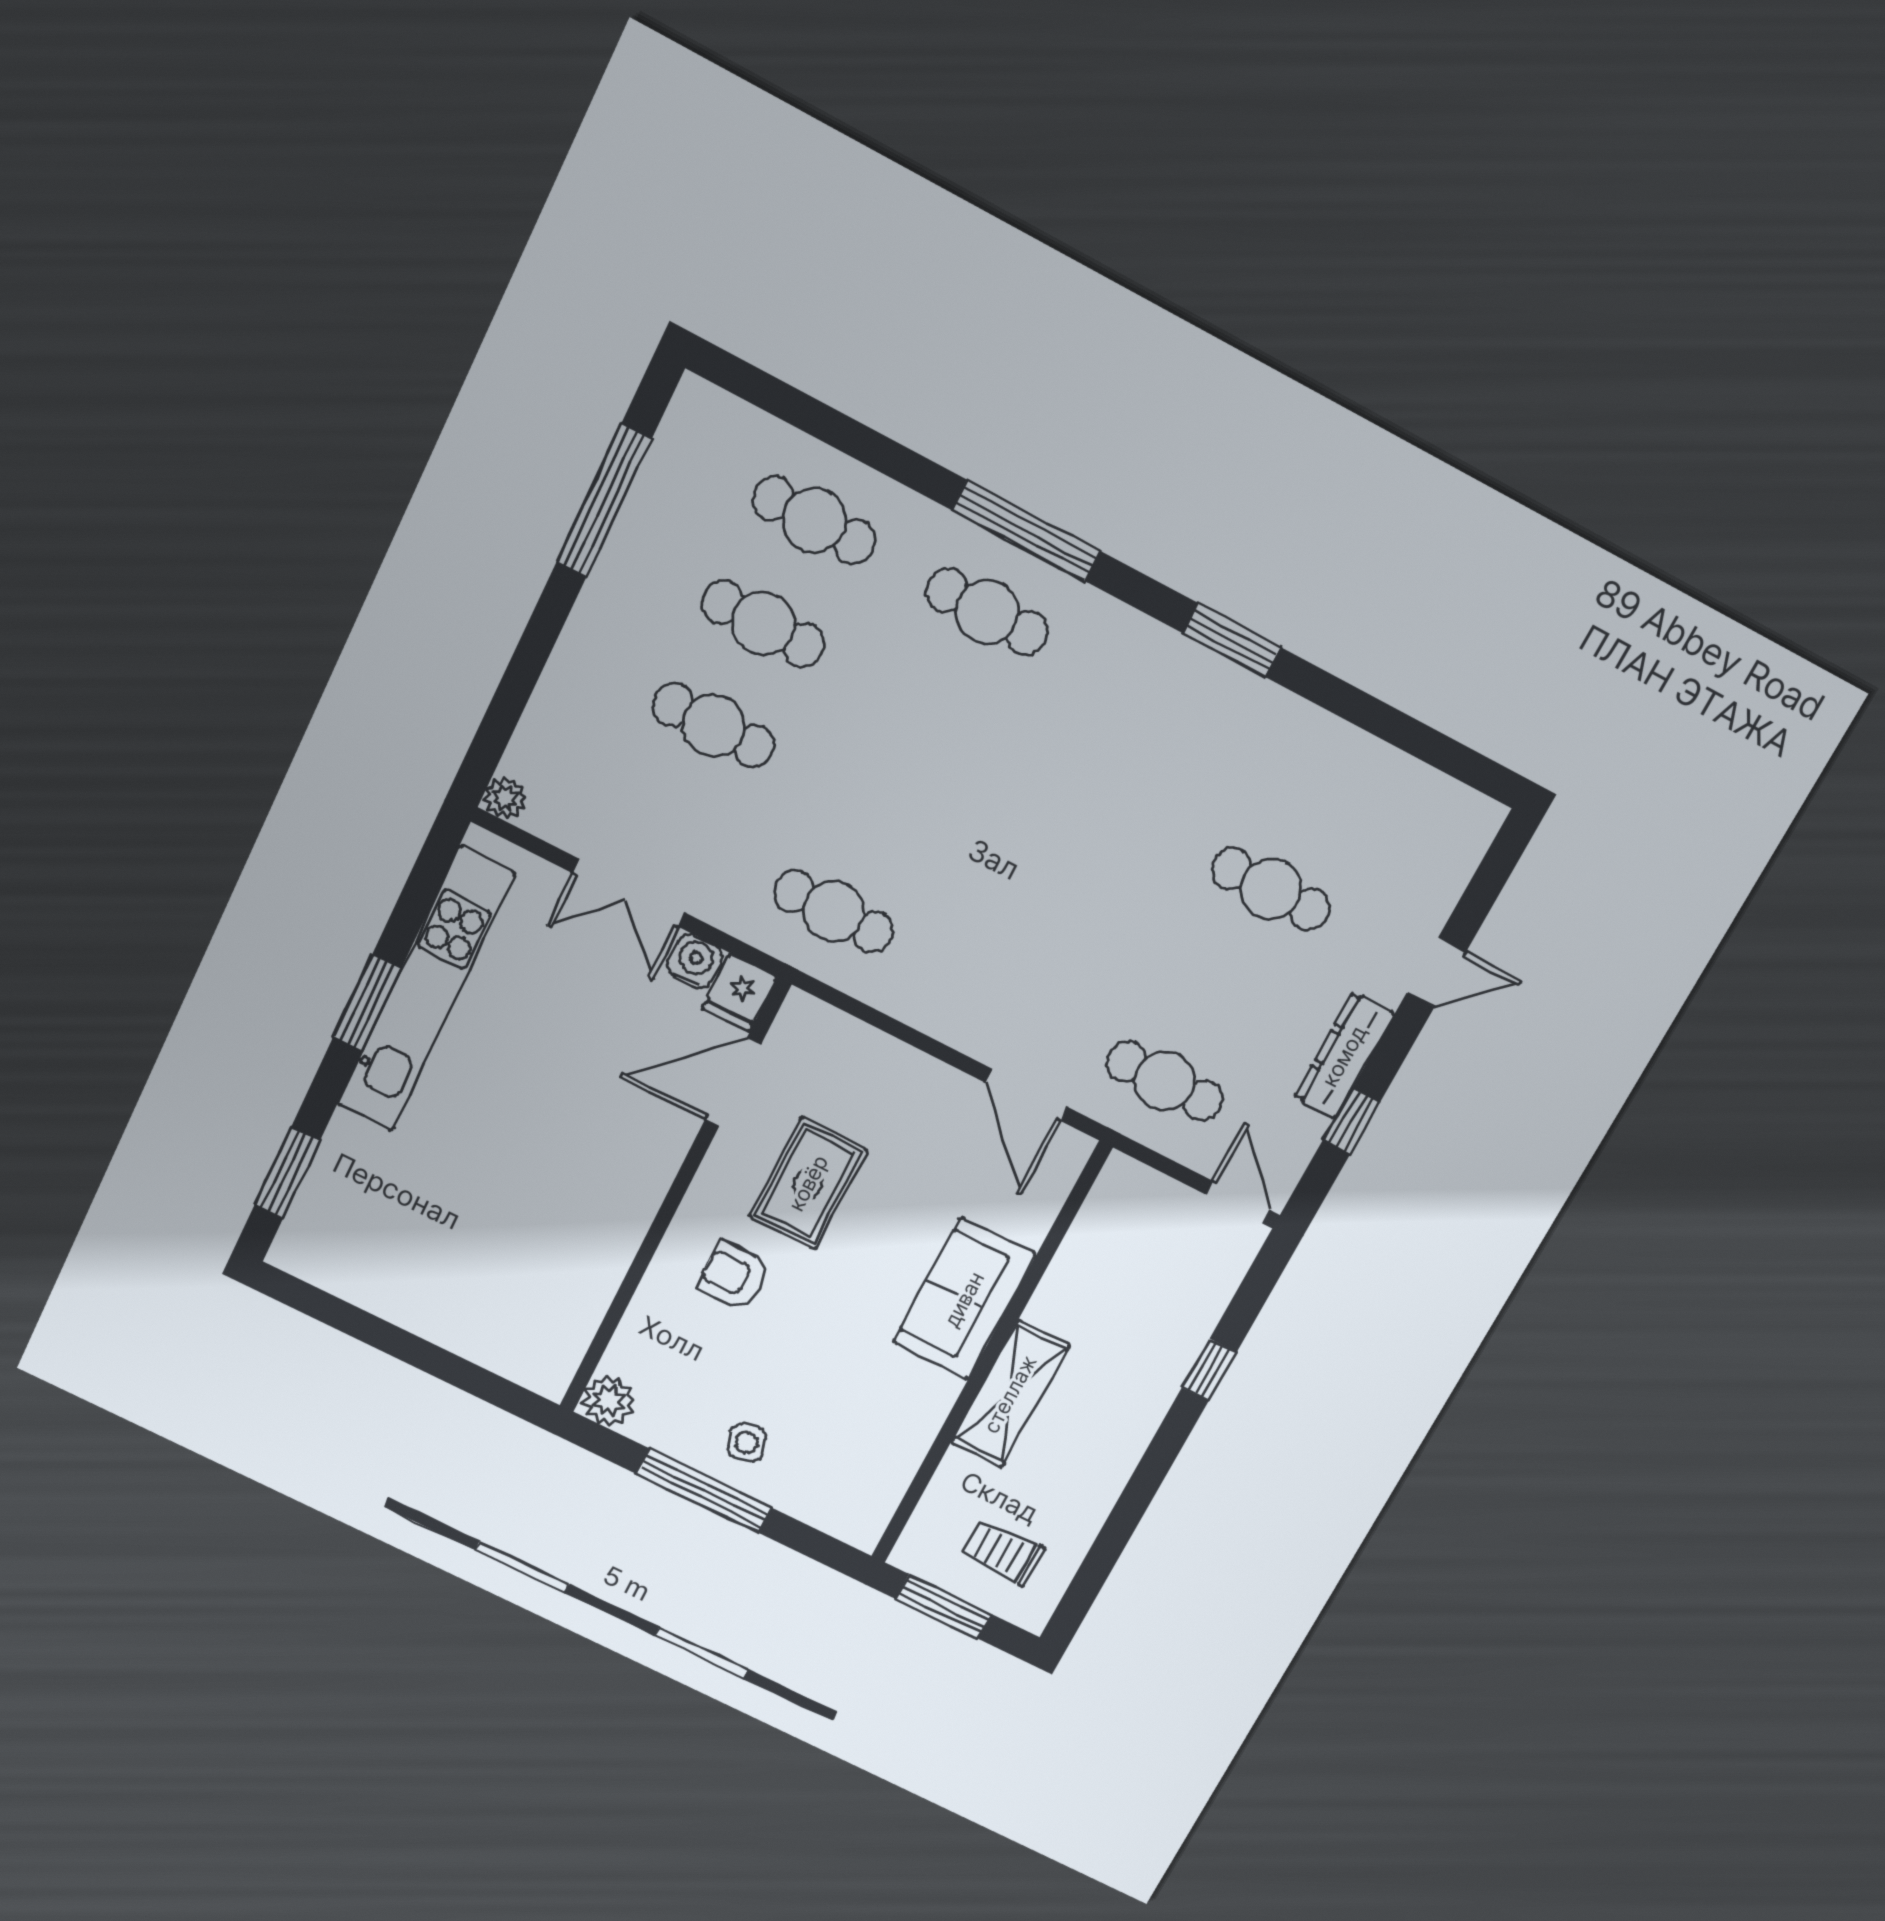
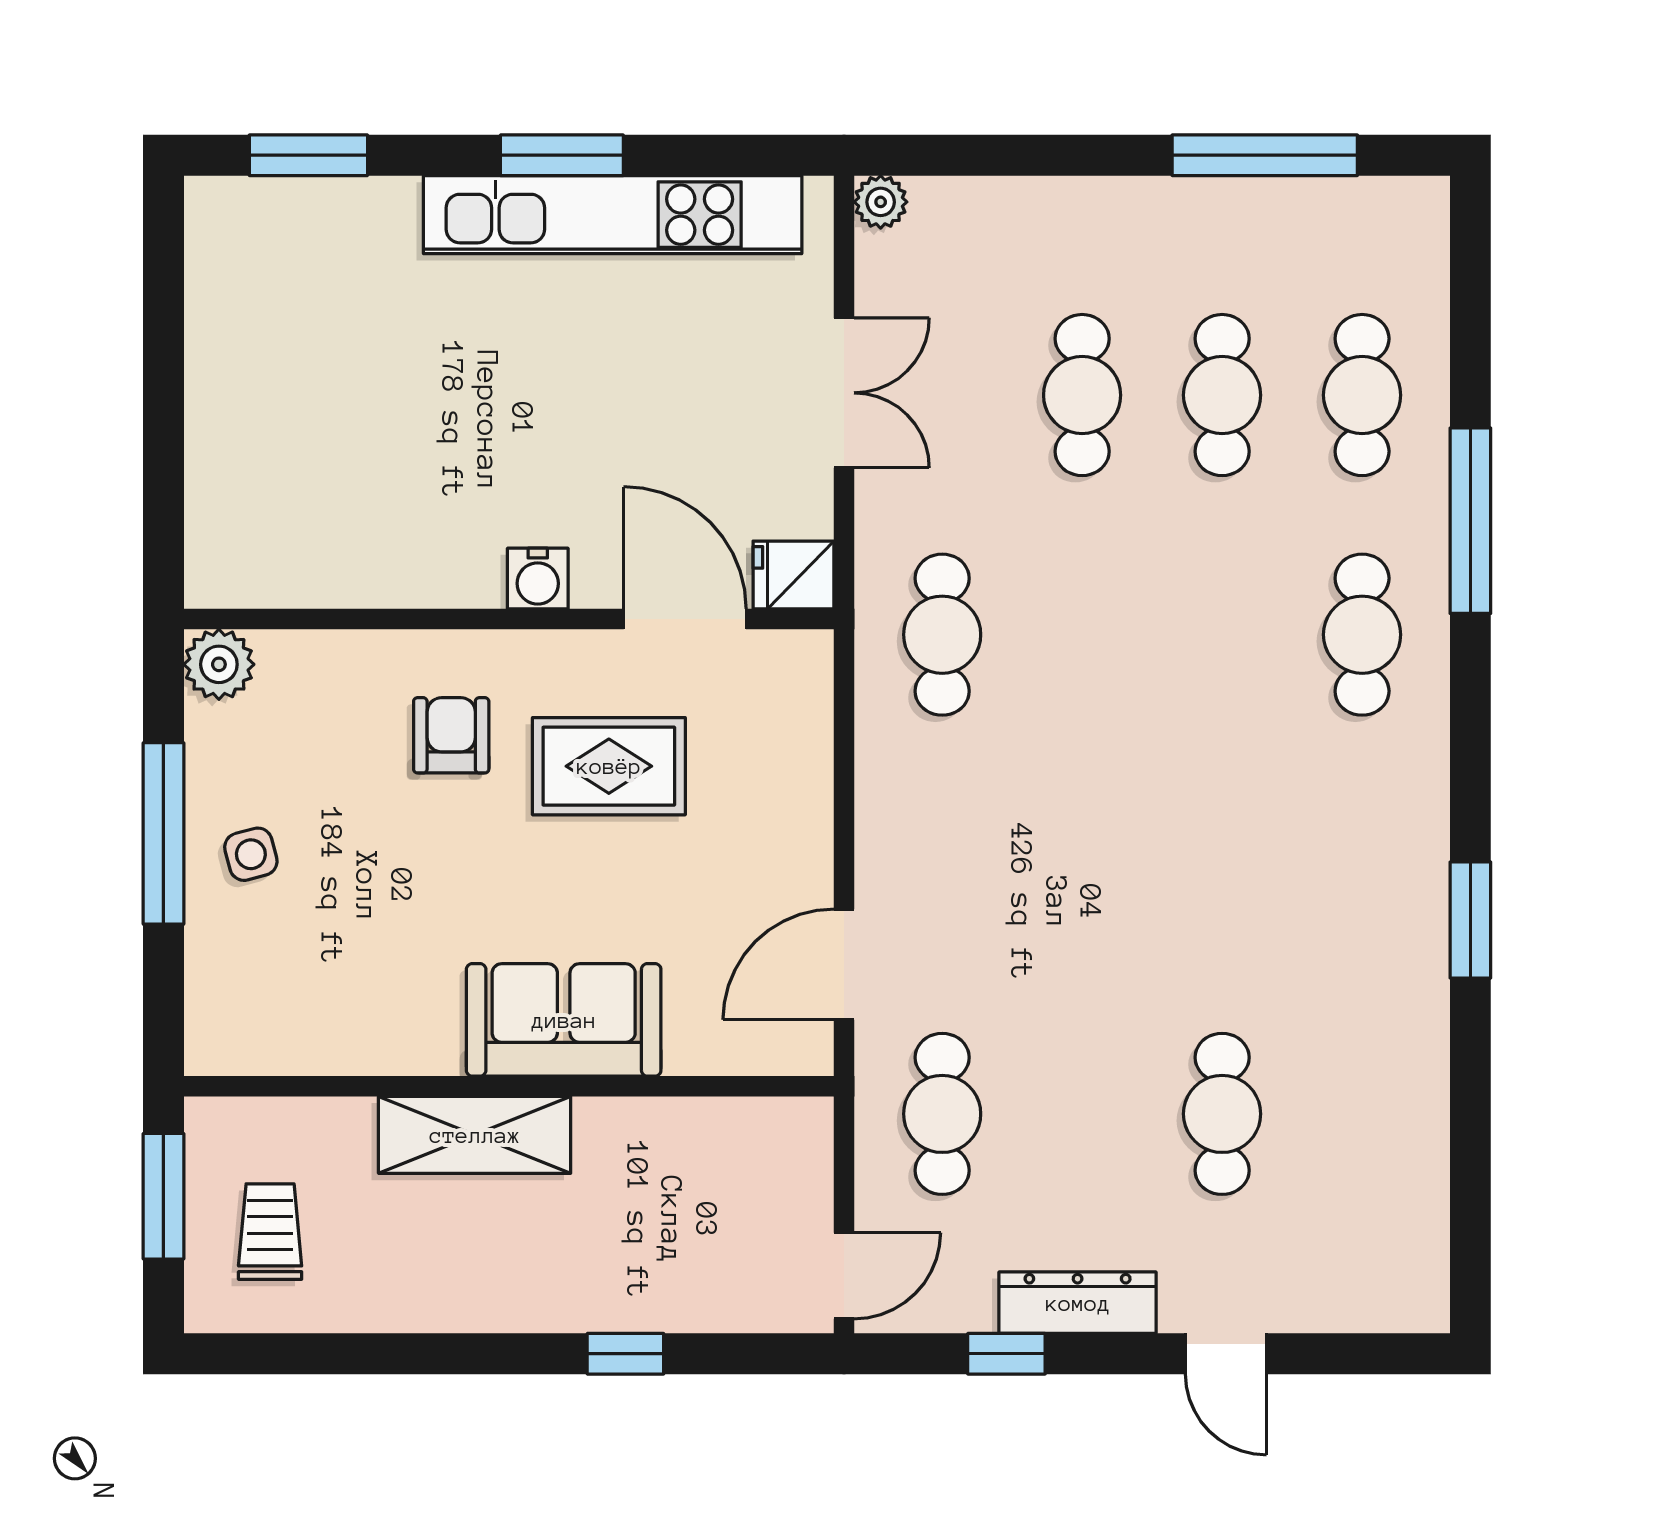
window: (1026, 531) -> (1470, 521), moved
double door: (629, 893) -> (844, 393), swing flipped
water cooler: (694, 961) -> (538, 579), moved, turned 90

